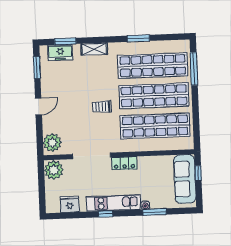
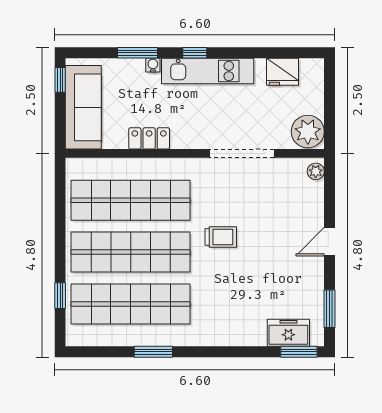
window: (65, 41) -> (299, 352), moved
shelving: (94, 49) -> (230, 336), removed
window: (194, 69) -> (60, 296), width x0.46
plant: (52, 143) -> (316, 171), width x0.53, depth x0.53
locker: (124, 163) -> (149, 138), moved
window: (198, 173) -> (60, 80), moved
window: (106, 214) -> (195, 53), moved

